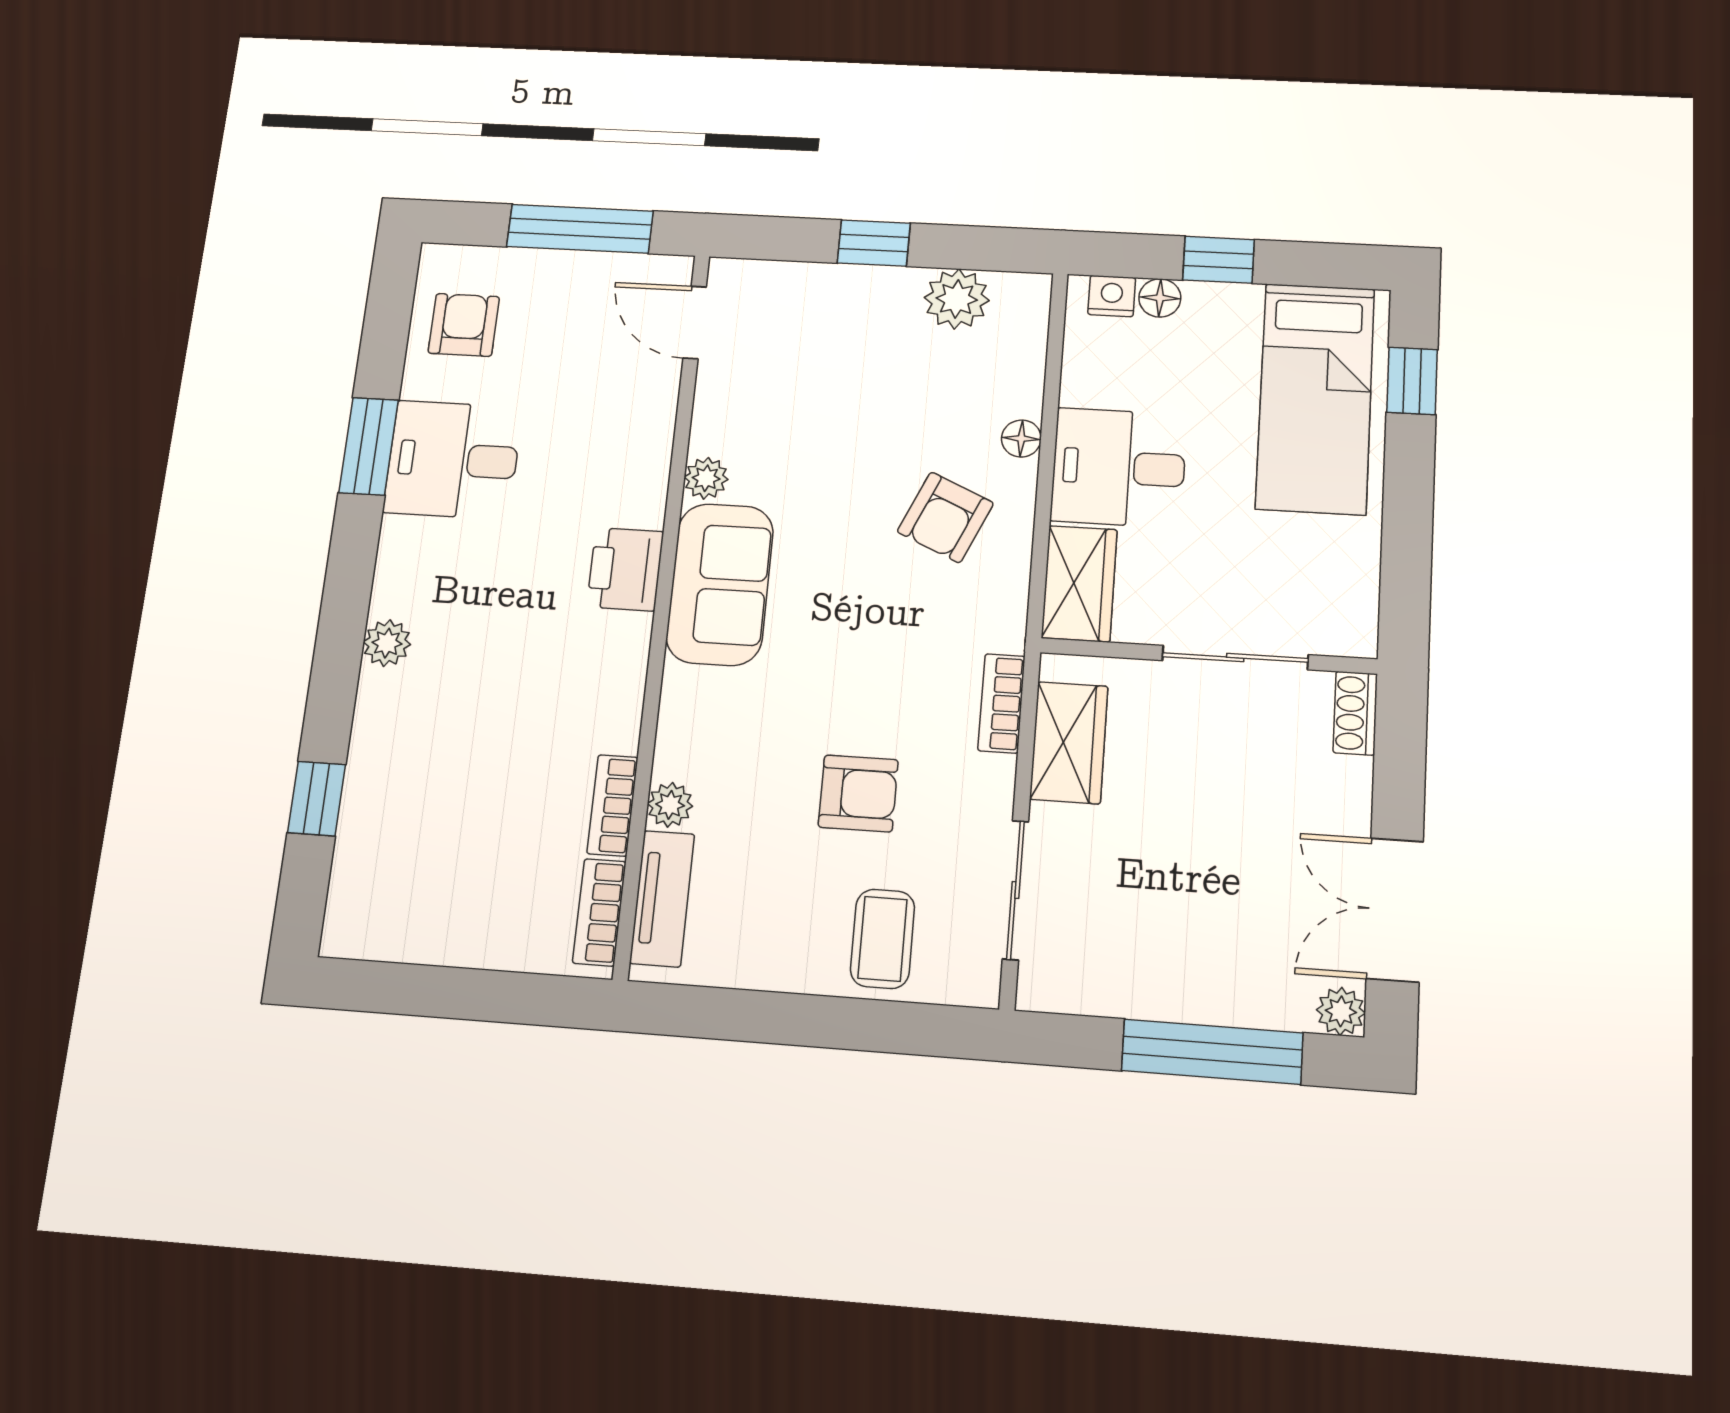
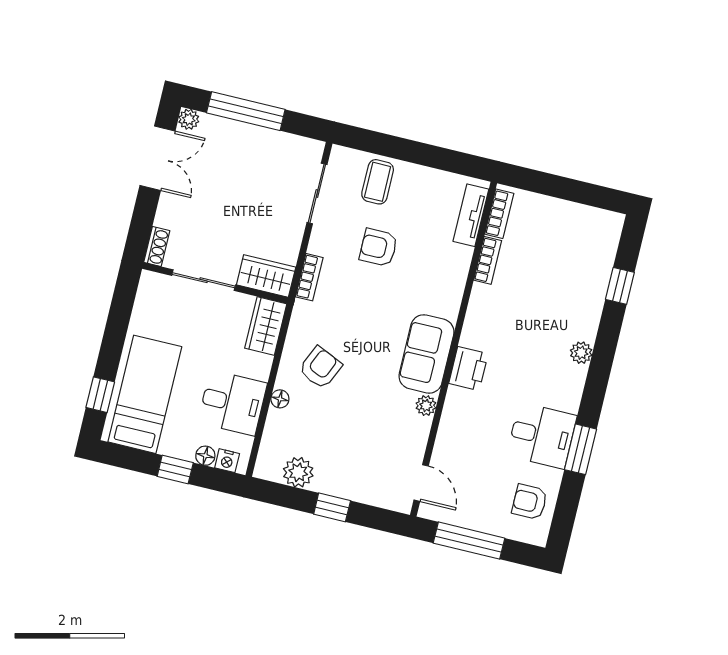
armchair: (464, 325) -> (530, 502), turned 90
desk: (1119, 468) -> (232, 403), moved
wardrobe: (1069, 743) -> (266, 276), moved, turned 90
plant: (670, 805) -> (462, 256), removed

